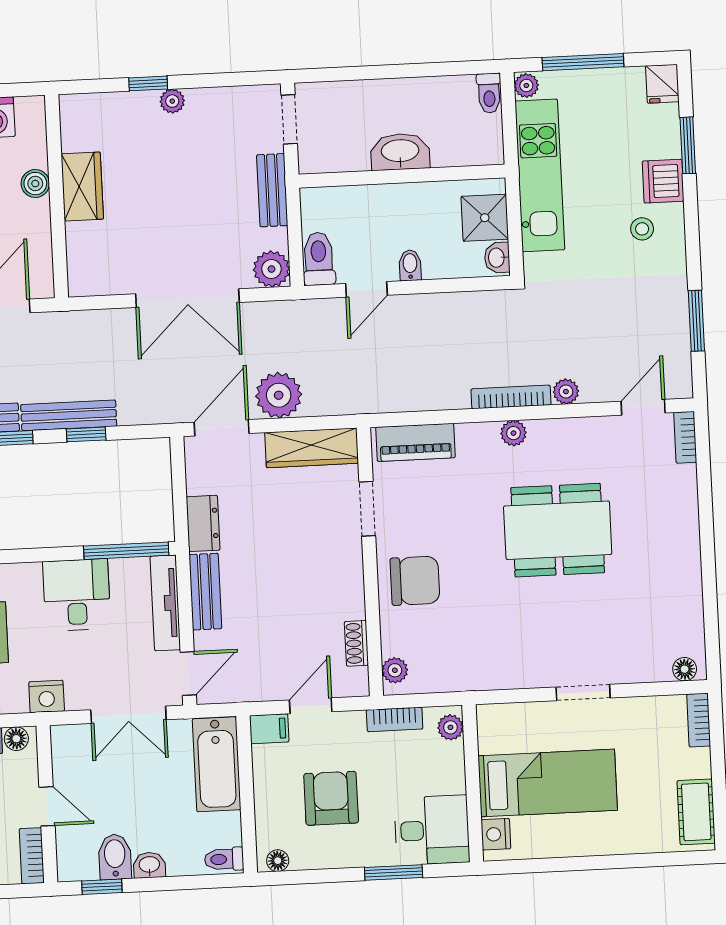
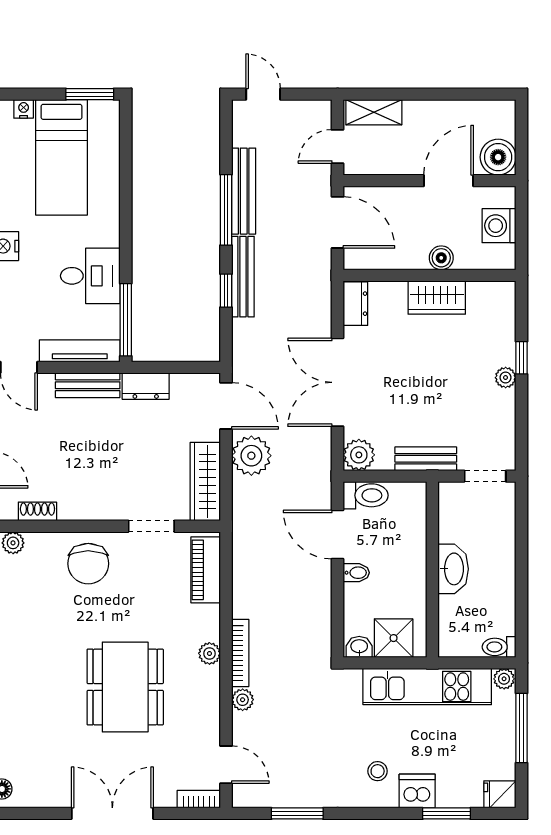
dresser: (94, 282) -> (355, 304), added
door: (366, 289) -> (338, 535), width x1.38
double door: (707, 538) -> (112, 813), added

